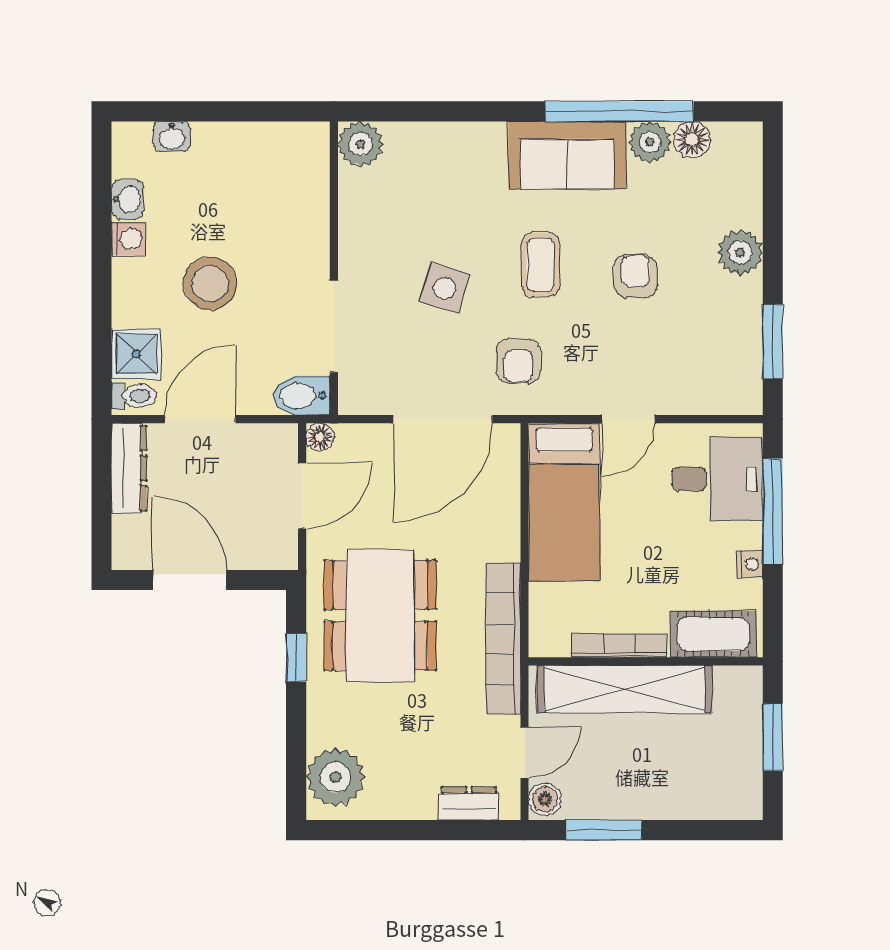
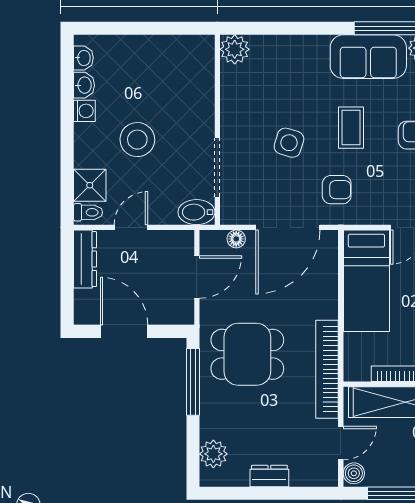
washbasin: (172, 136) -> (83, 58), moved, turned -90
armchair: (518, 361) -> (337, 190), turned -90
door: (200, 419) -> (131, 227), width x0.73
floor lamp: (320, 437) -> (236, 239), moved
dining table: (380, 615) -> (247, 354), width x0.73
window: (296, 658) -> (193, 382), width x2.17
plant: (336, 777) -> (213, 454), width x0.73, depth x0.73
dresser: (469, 803) -> (269, 476), moved

